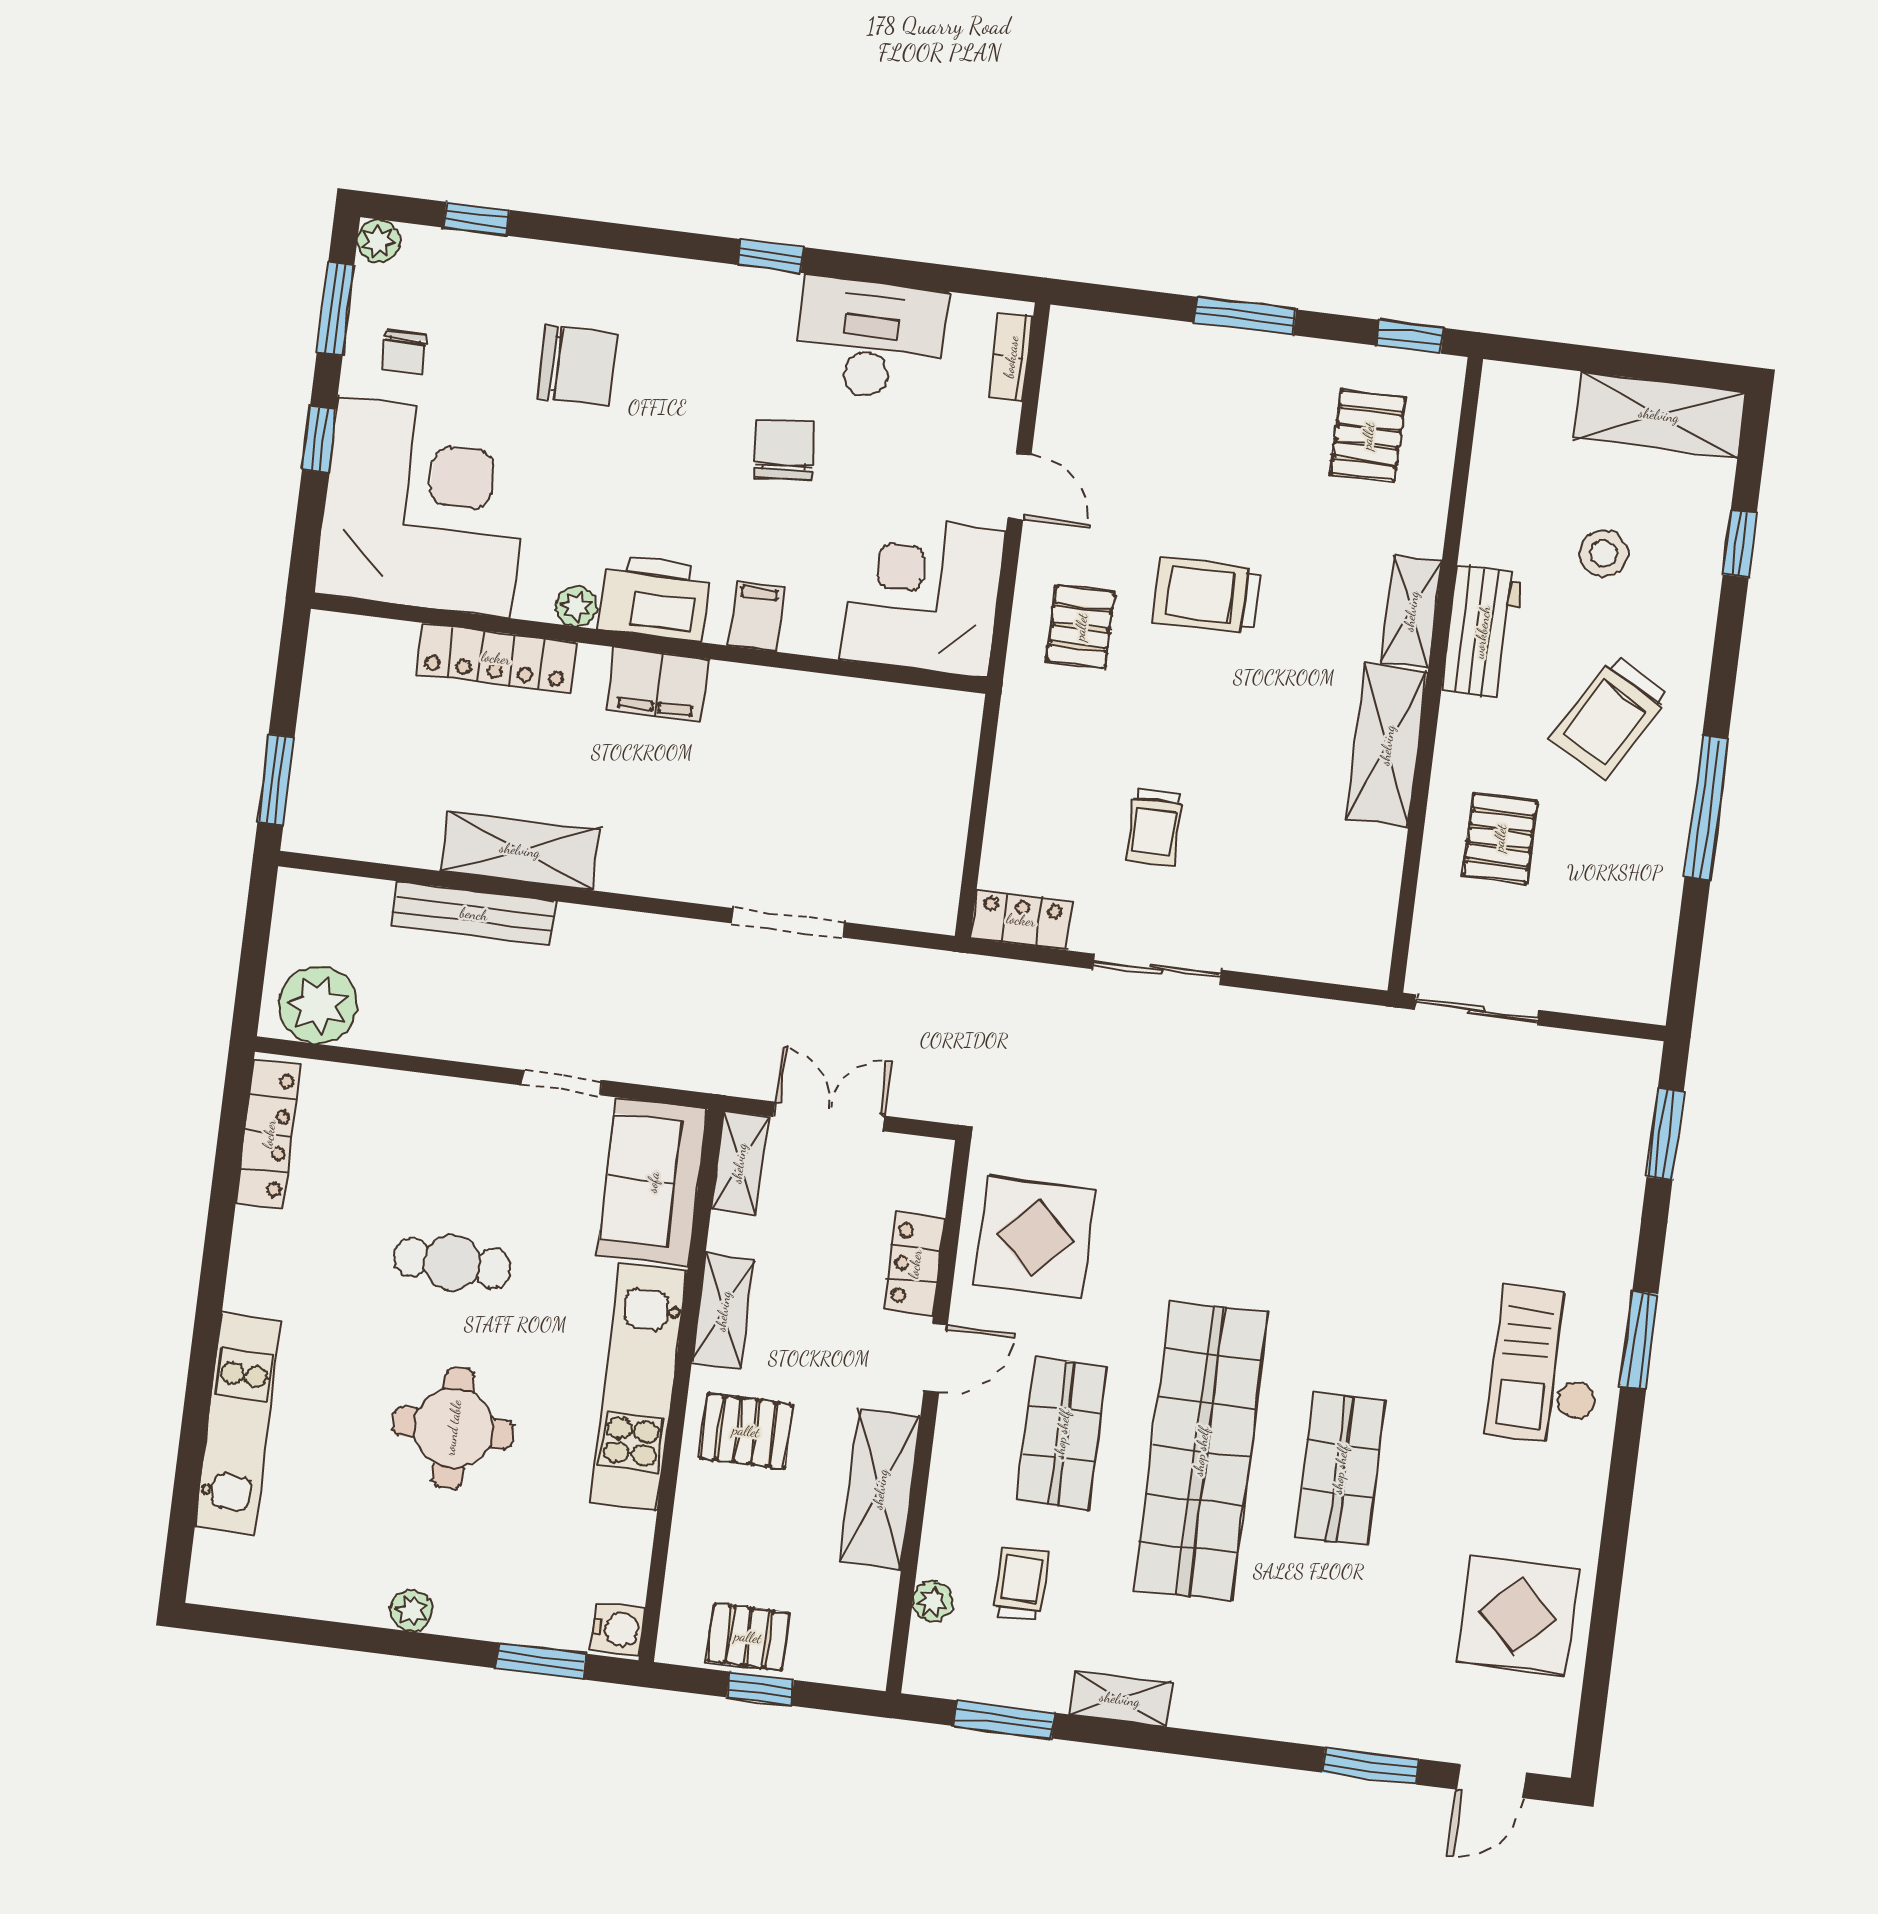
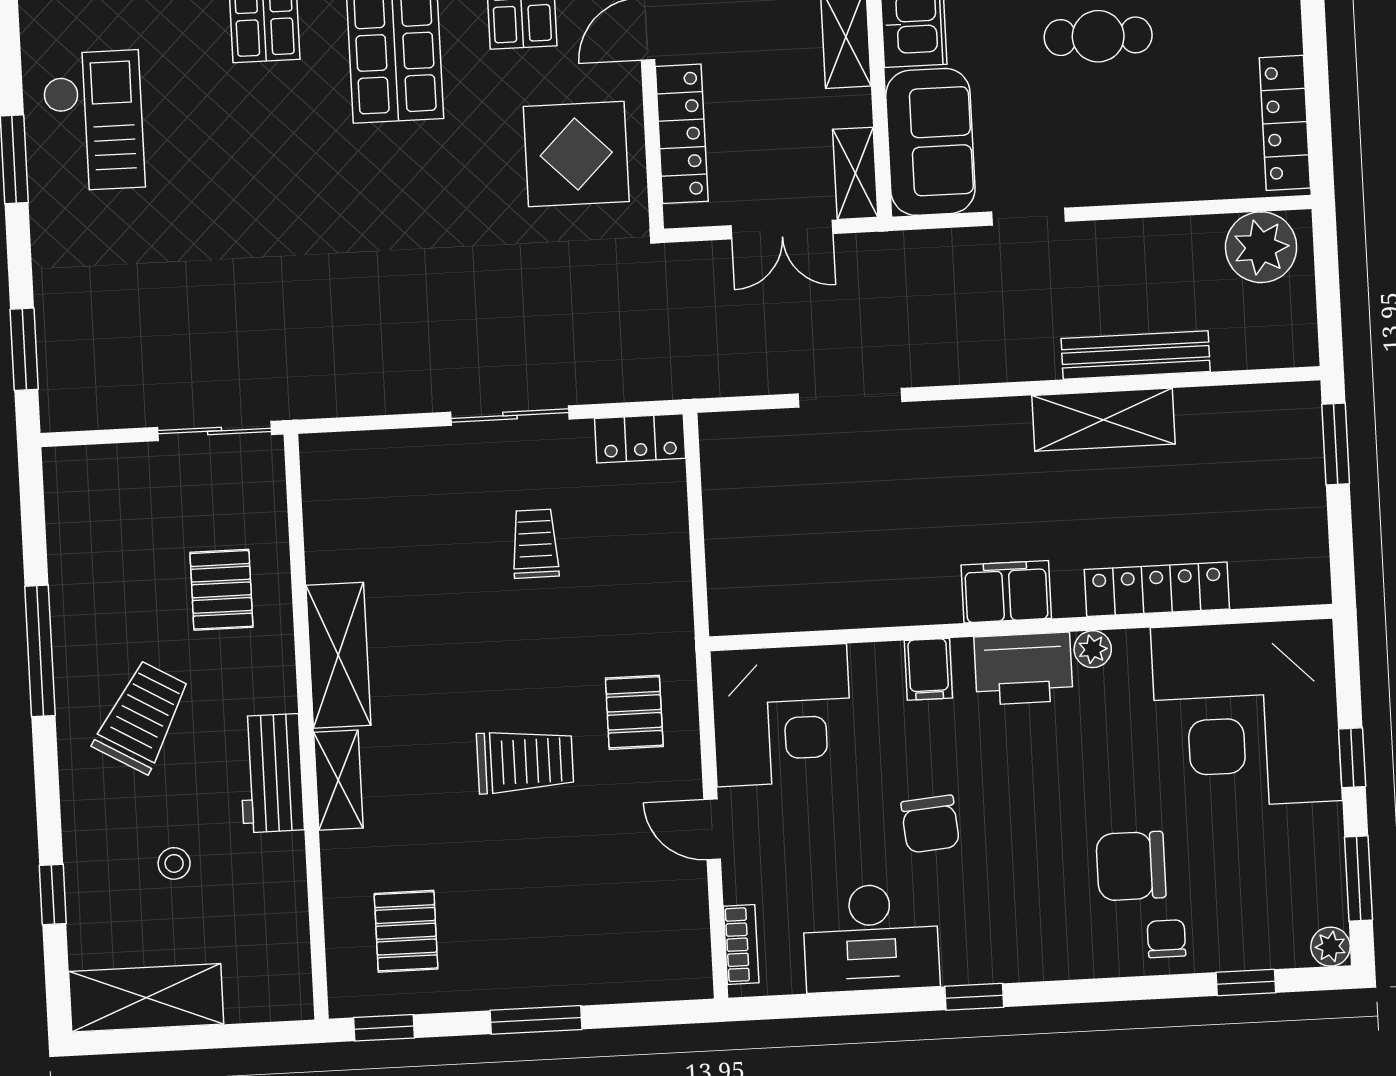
chair: (404, 352) -> (1166, 939), moved
stool: (1604, 554) -> (174, 863), width x0.73, depth x0.73
locker: (915, 1264) -> (682, 134), width x1.53

